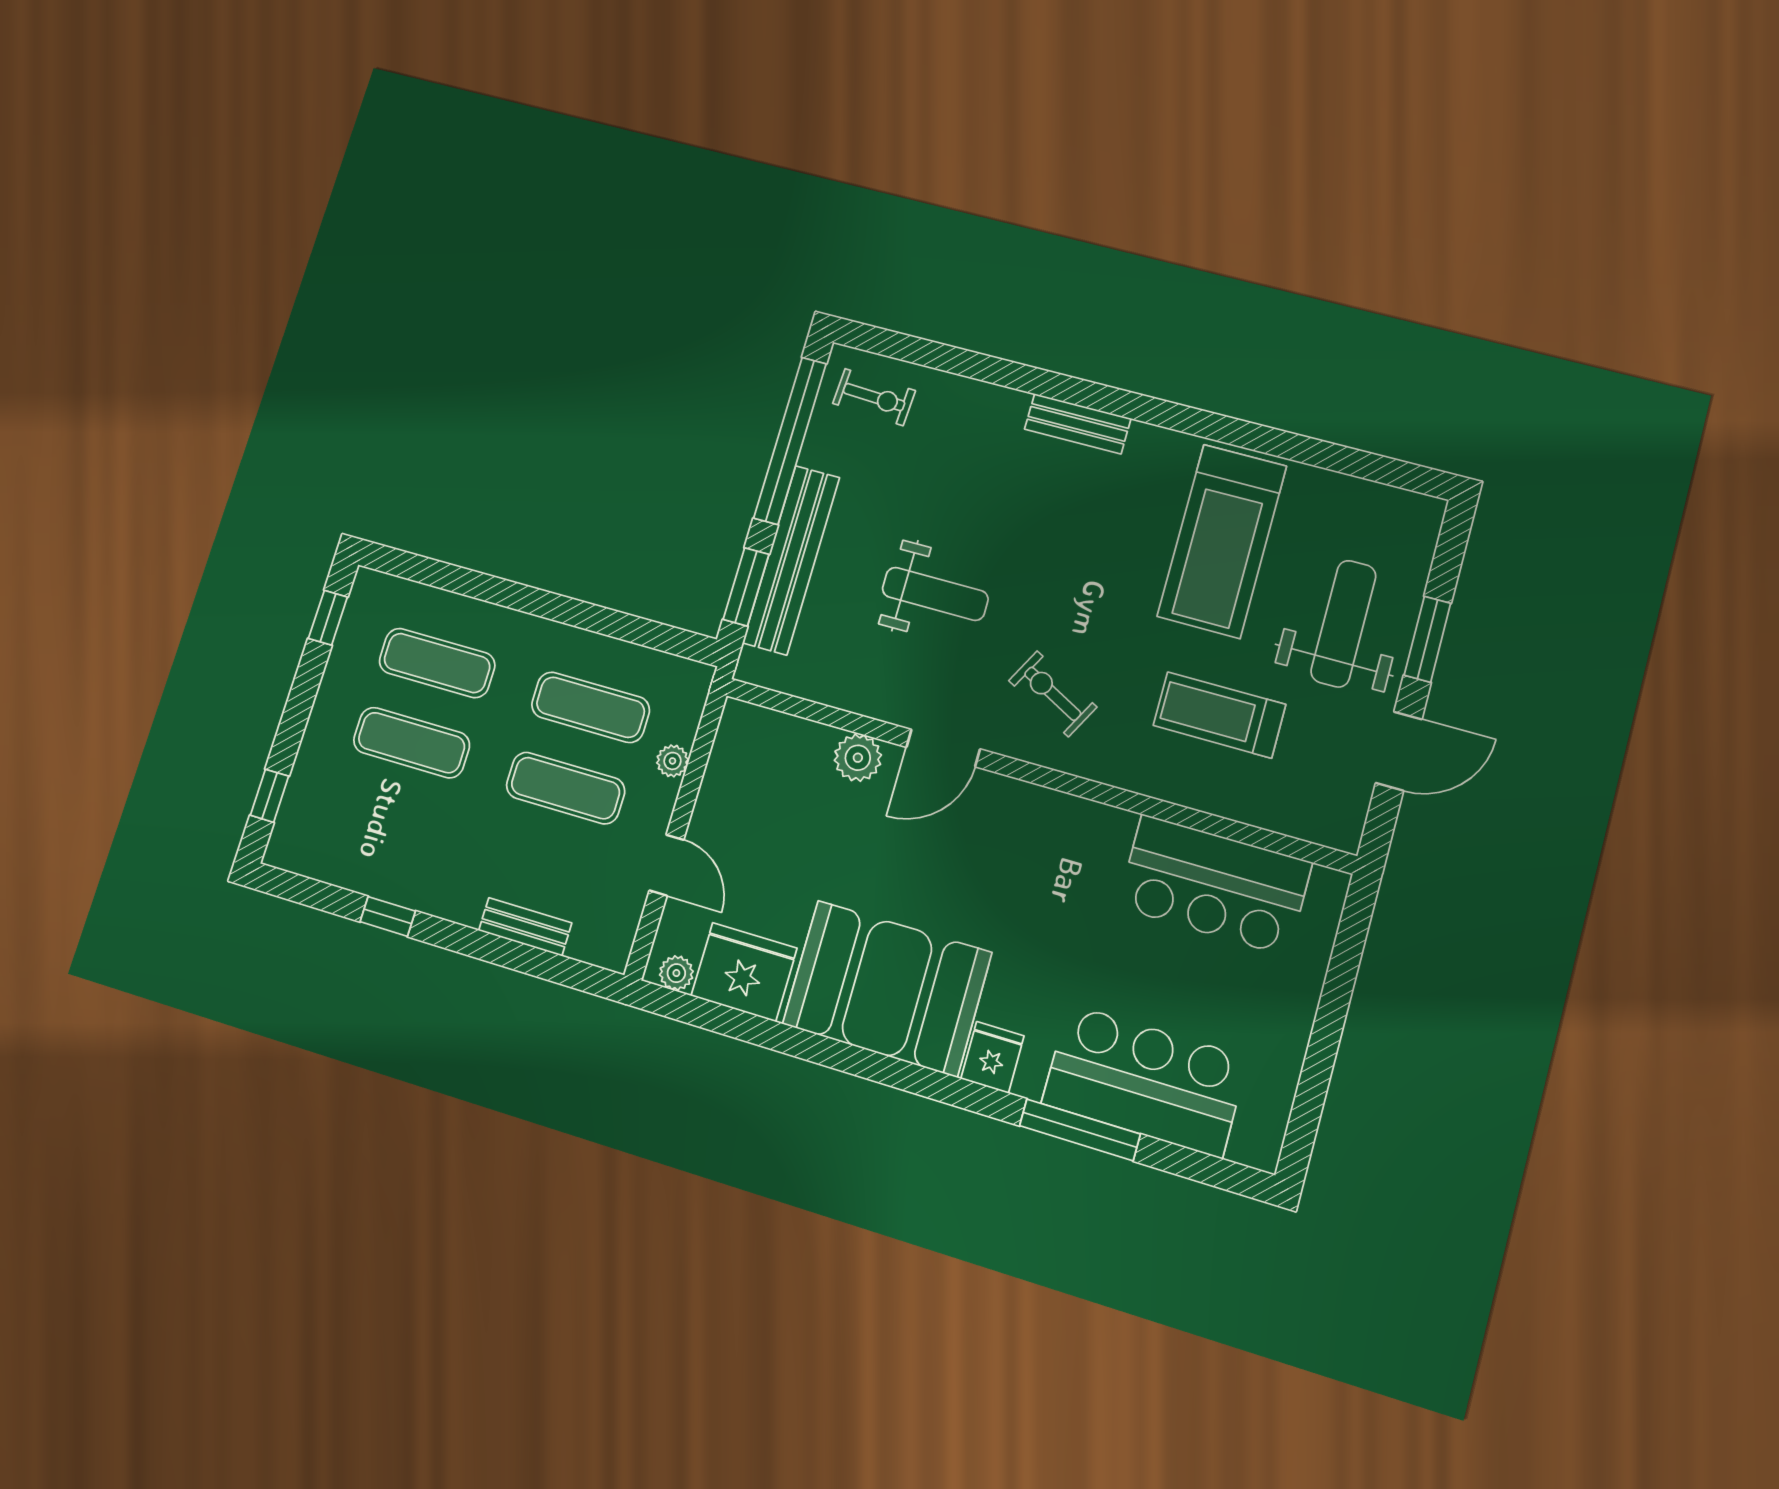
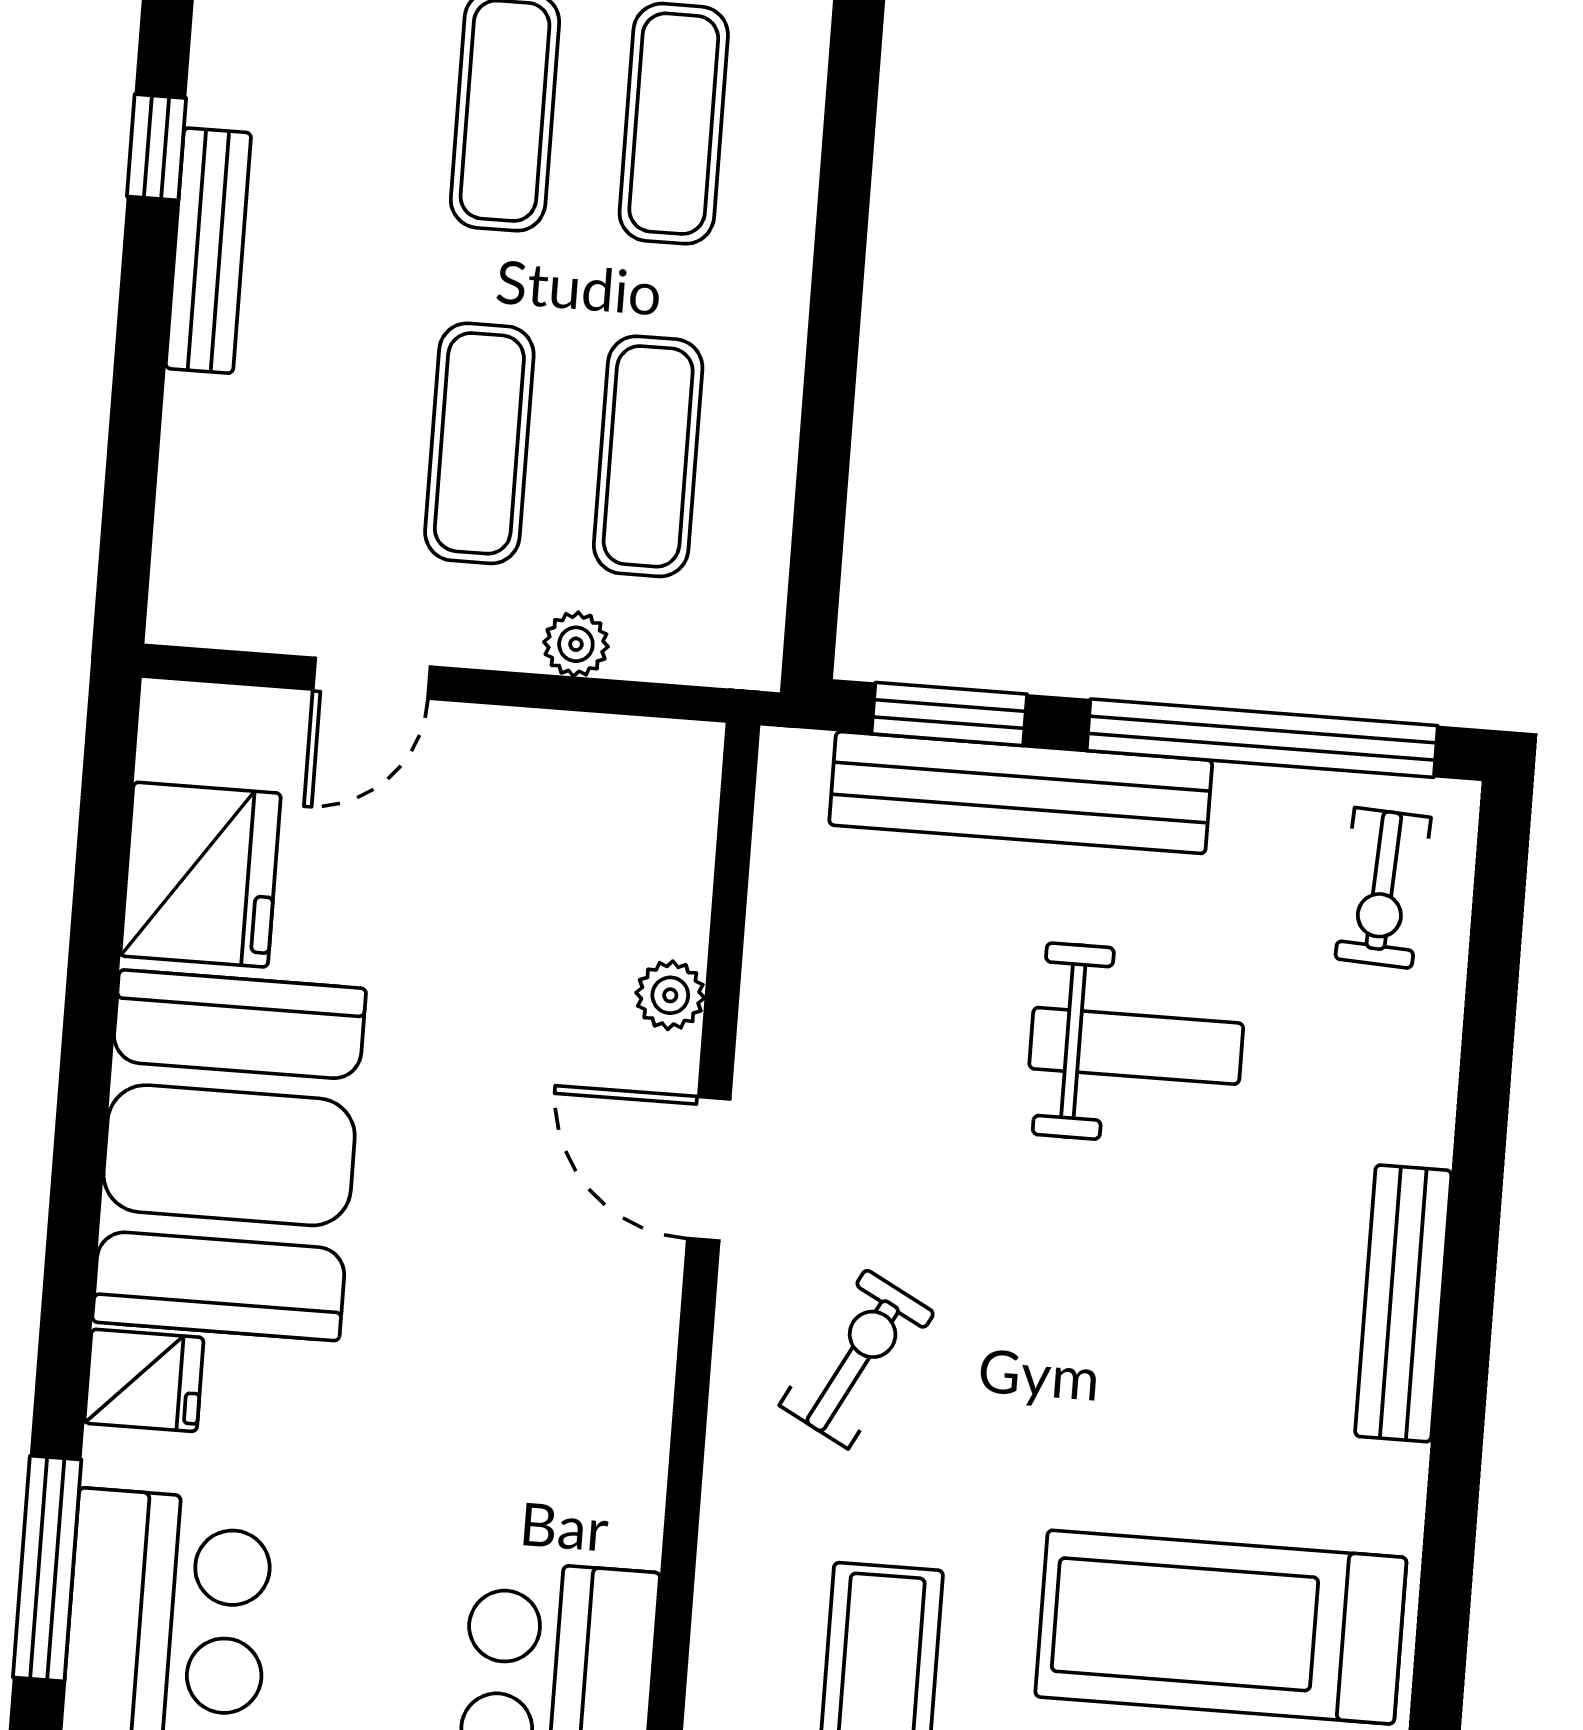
bench: (1078, 424) -> (1403, 1303), width x1.36
weight bench: (935, 594) -> (1136, 1046), moved, turned -90
plant: (858, 758) -> (670, 995), width x0.73, depth x0.73
bench: (525, 927) -> (208, 251), moved, width x1.36
plant: (676, 973) -> (170, 744), removed

